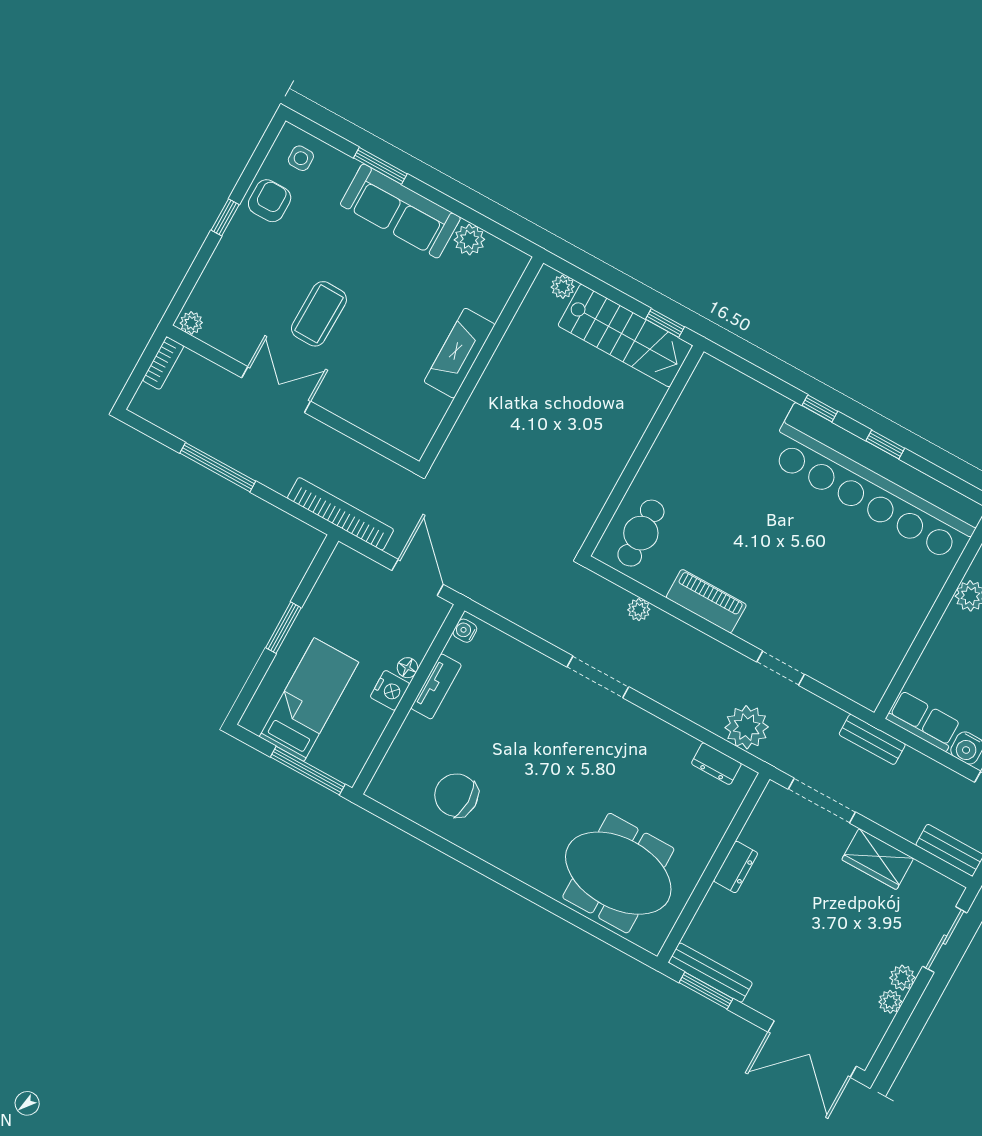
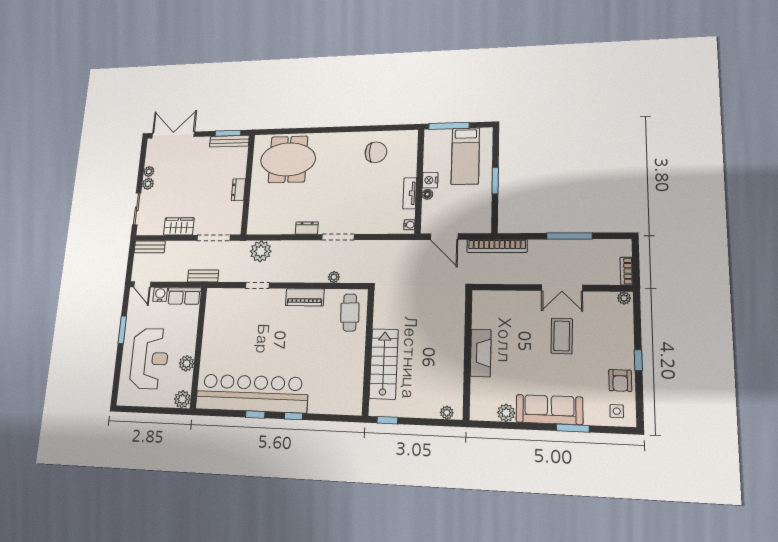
stairs: (625, 336) -> (384, 364), moved, turned 90
dresser: (716, 764) -> (307, 228), moved

